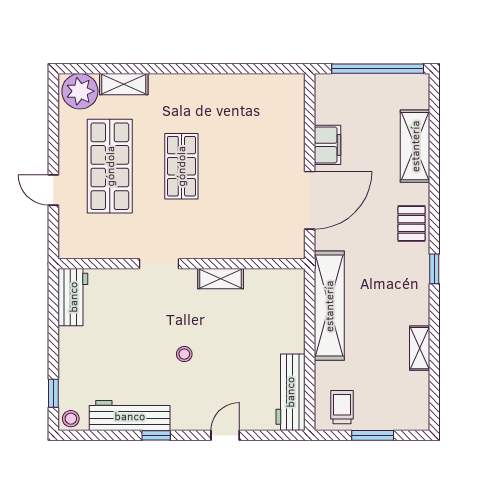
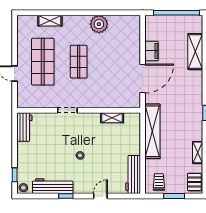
plant: (80, 91) -> (99, 24), moved
pallet: (412, 224) -> (194, 182), moved
shelving: (221, 279) -> (112, 118), moved

